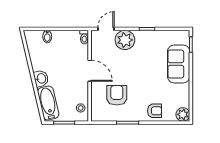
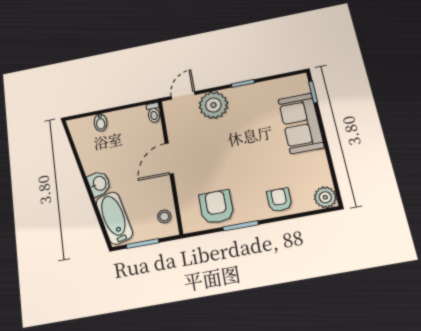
door: (90, 71) -> (169, 159), swing flipped
armchair: (117, 95) -> (216, 207), moved
armchair: (155, 111) -> (279, 200), turned -90

